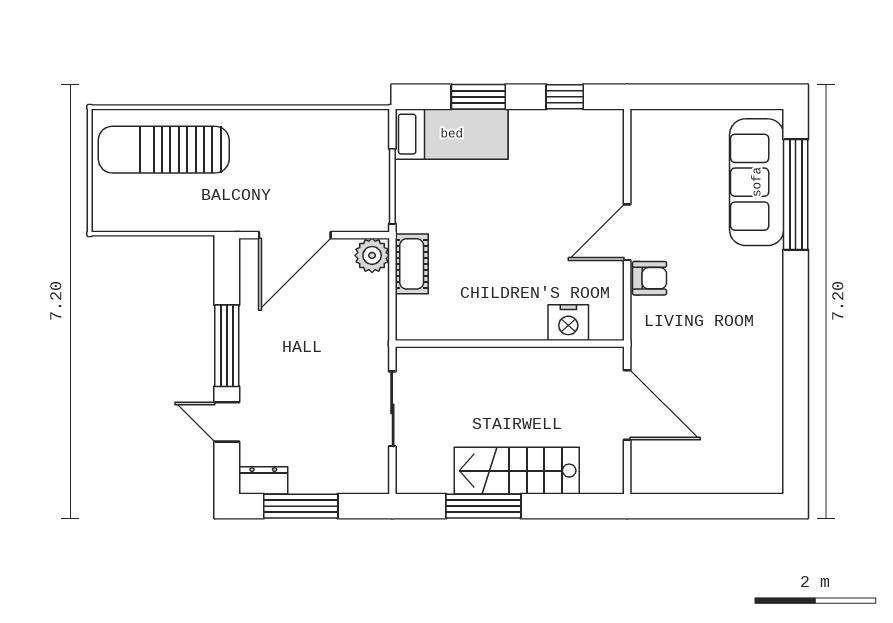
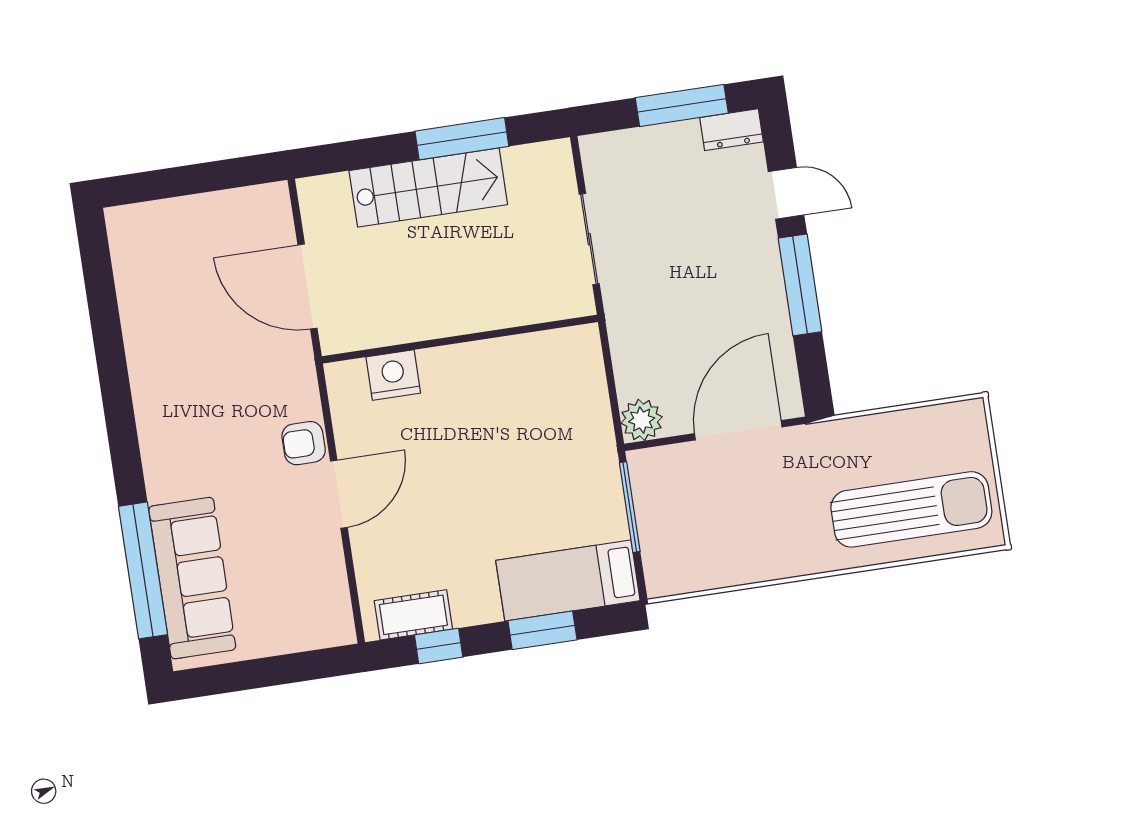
cot: (412, 264) -> (413, 615), moved, turned 90

